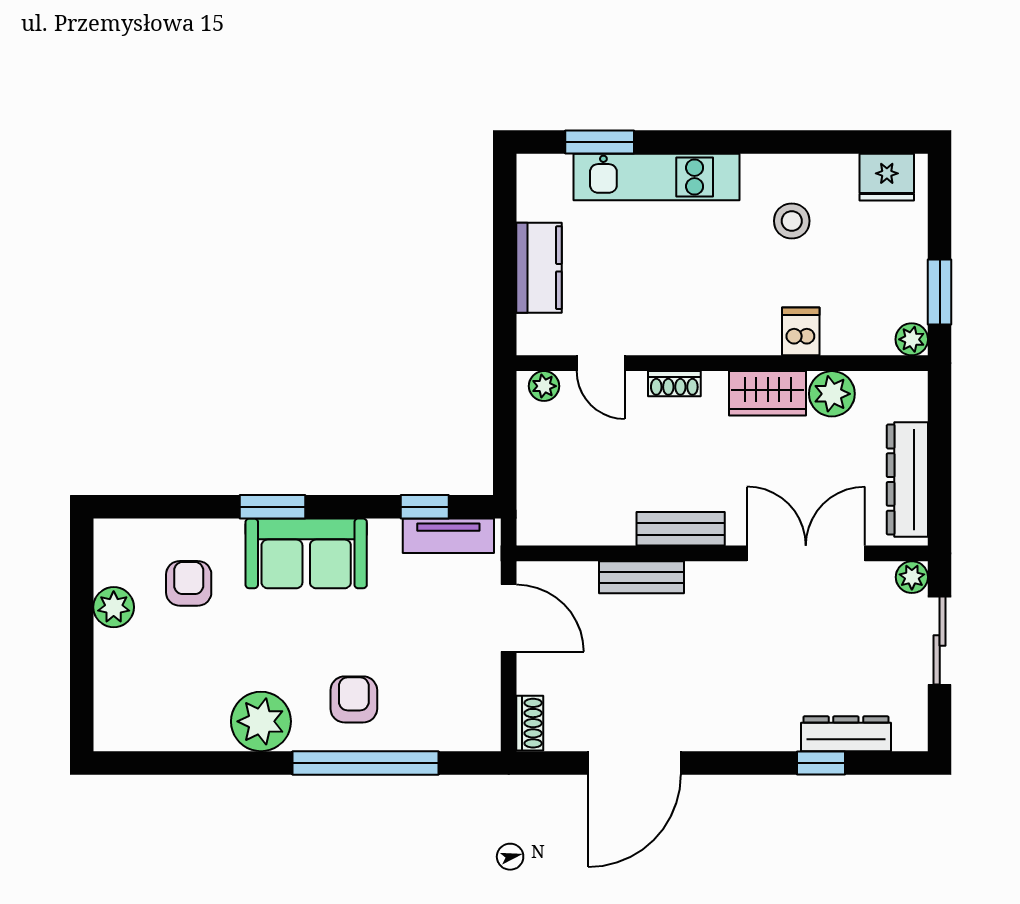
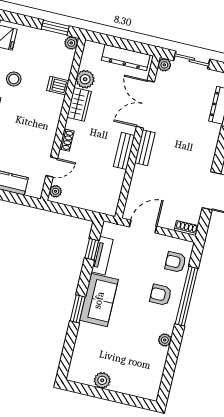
tv unit: (448, 536) -> (102, 256), moved
bench: (641, 577) -> (145, 148), moved
armchair: (189, 583) -> (175, 262), moved
plant: (261, 721) -> (165, 340), width x0.53, depth x0.53

